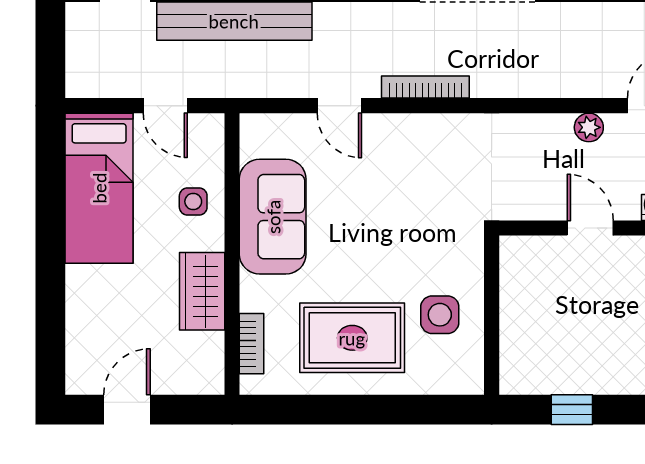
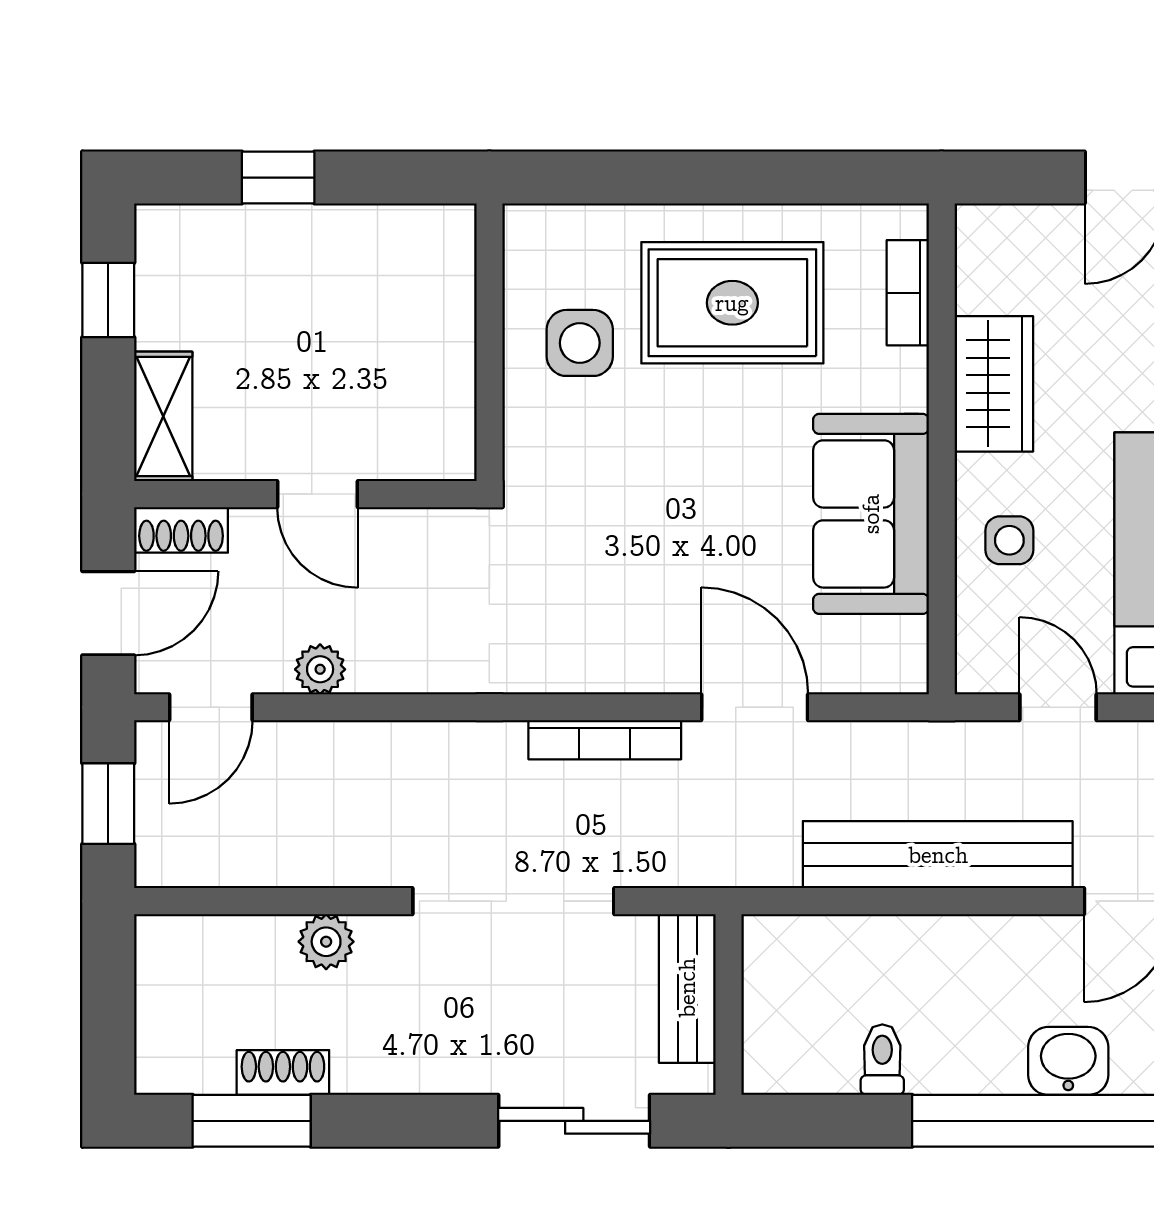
door: (339, 106) -> (755, 707), width x1.38
window: (572, 410) -> (278, 178), moved

